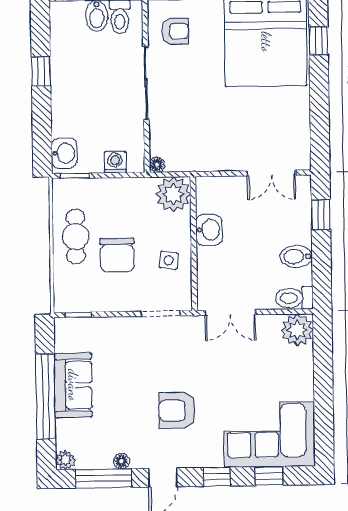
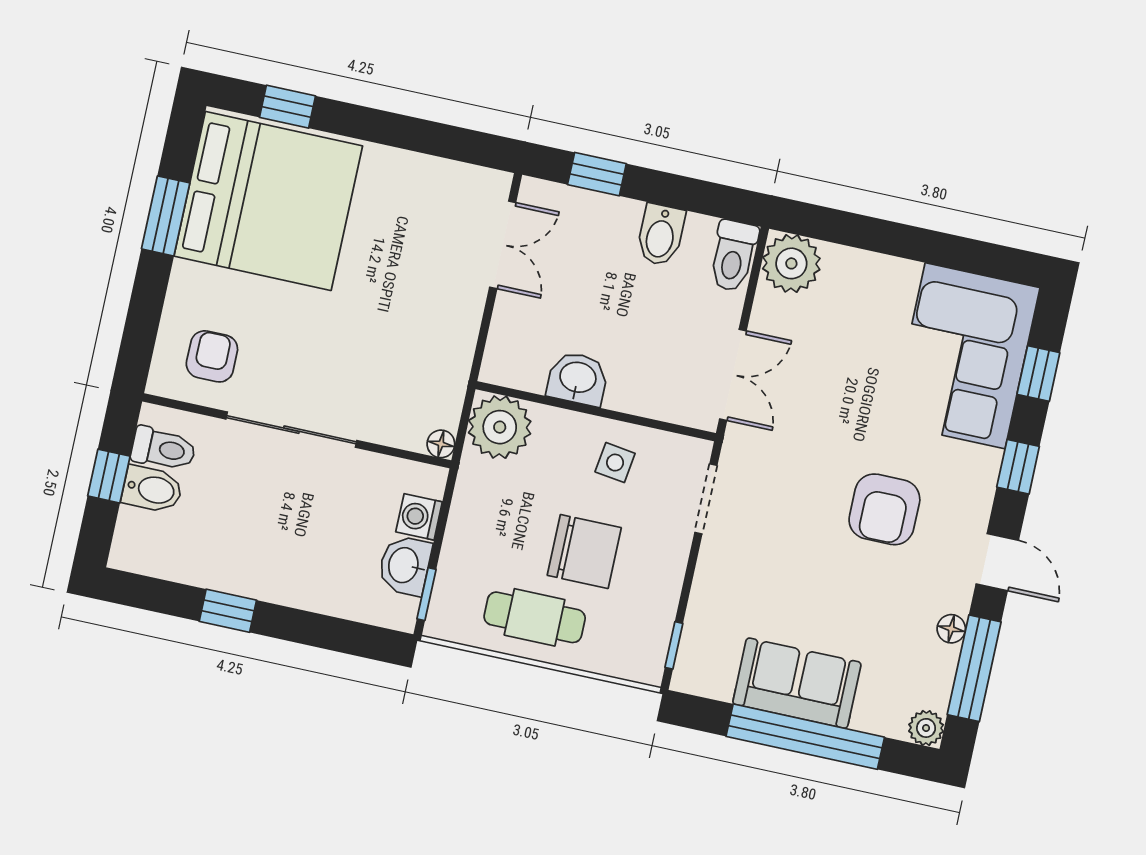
washbasin: (64, 153) -> (405, 565), moved, turned -90

